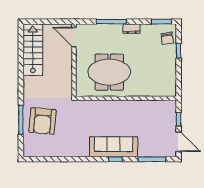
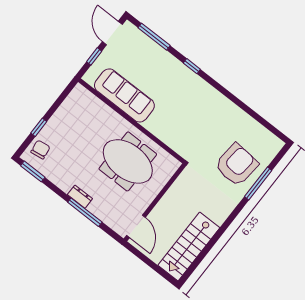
dresser: (132, 29) -> (80, 197), moved
sofa: (114, 147) -> (124, 95), moved, turned 180

